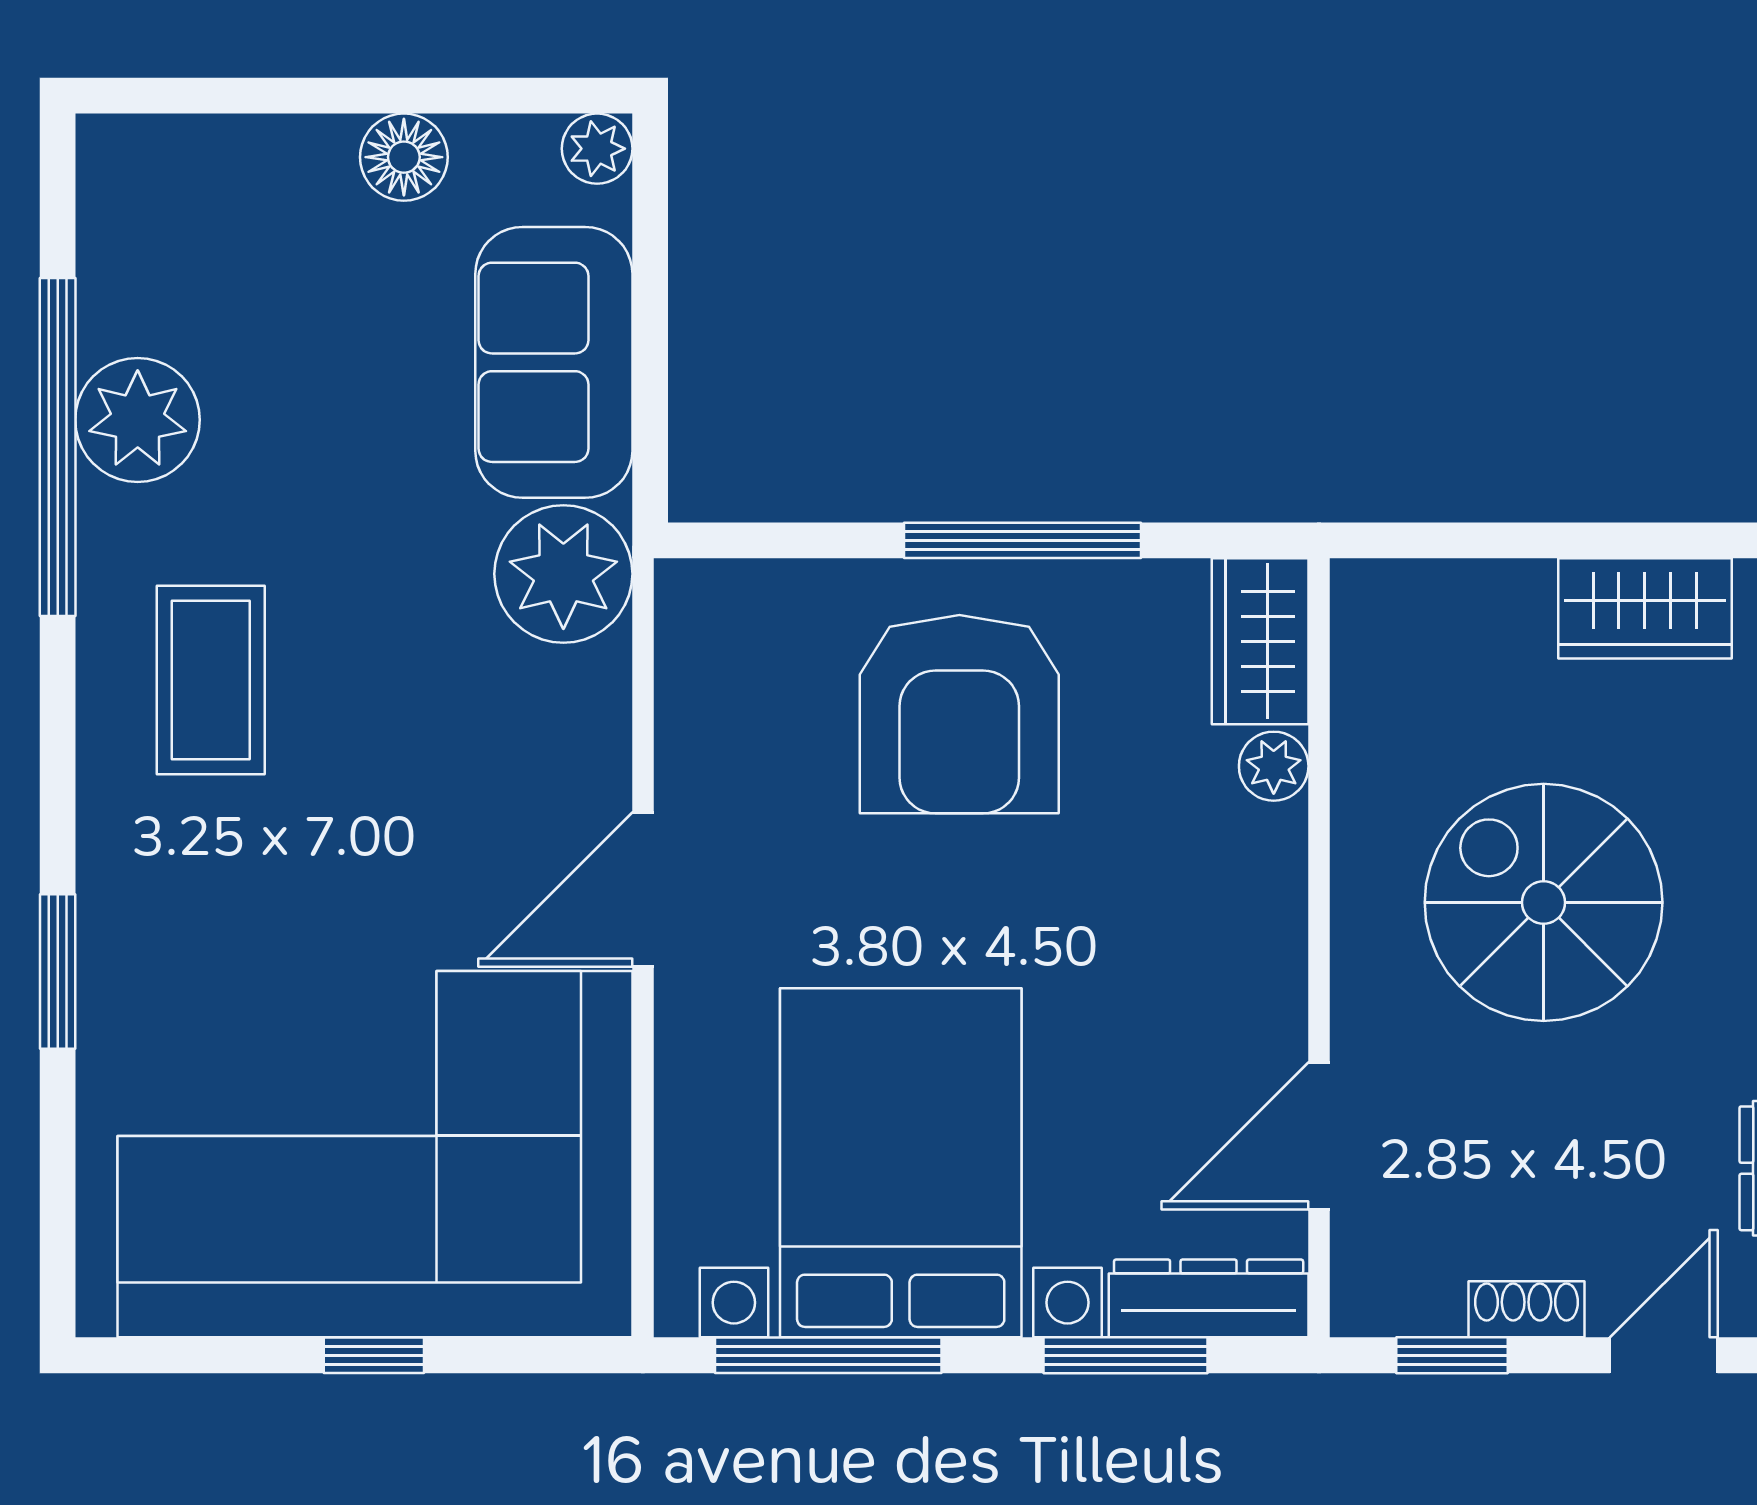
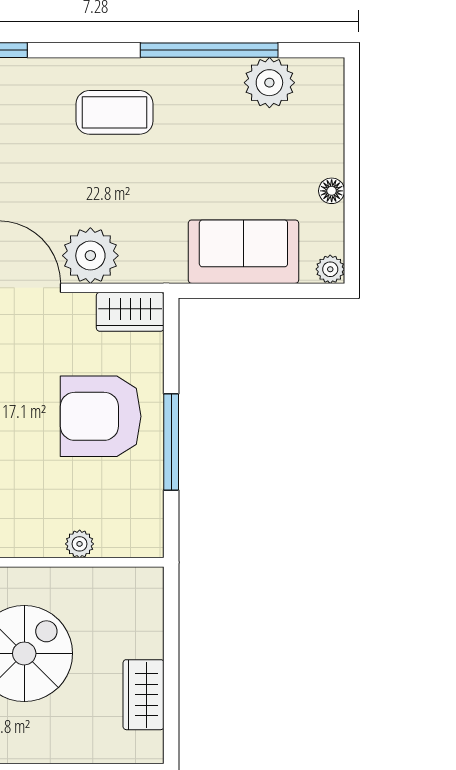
floor lamp: (404, 157) -> (332, 191), width x0.73, depth x0.73
plant: (138, 420) -> (269, 83), moved
plant: (563, 574) -> (90, 256), moved
wardrobe: (1260, 641) -> (130, 312), moved, turned 180

